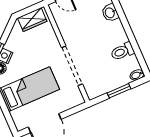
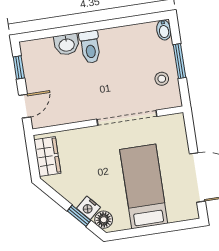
toilet: (122, 51) -> (90, 47), moved
stool: (104, 82) -> (162, 79), added

